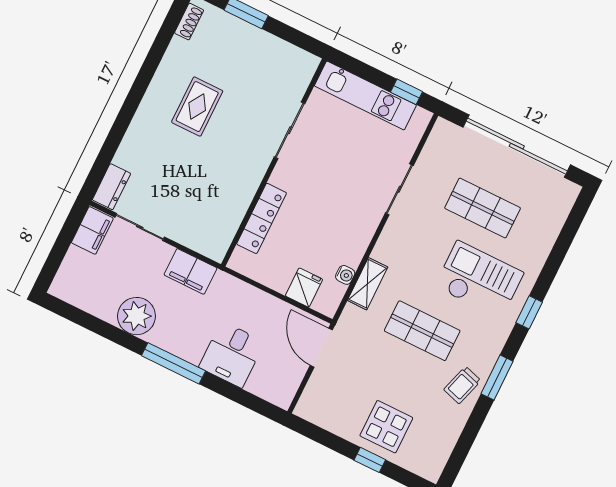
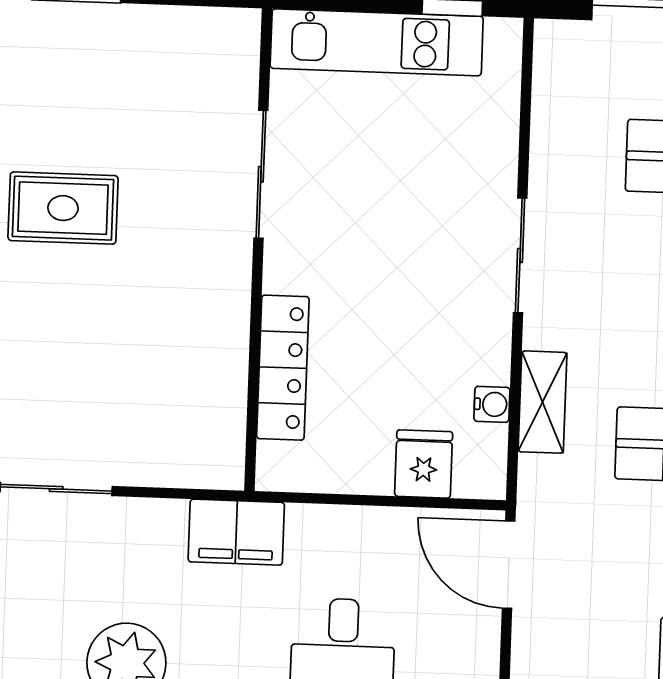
rug: (197, 107) -> (63, 208), turned 90
sliding door: (399, 189) -> (520, 255), moved
filing cabinet: (190, 271) -> (236, 532), moved

